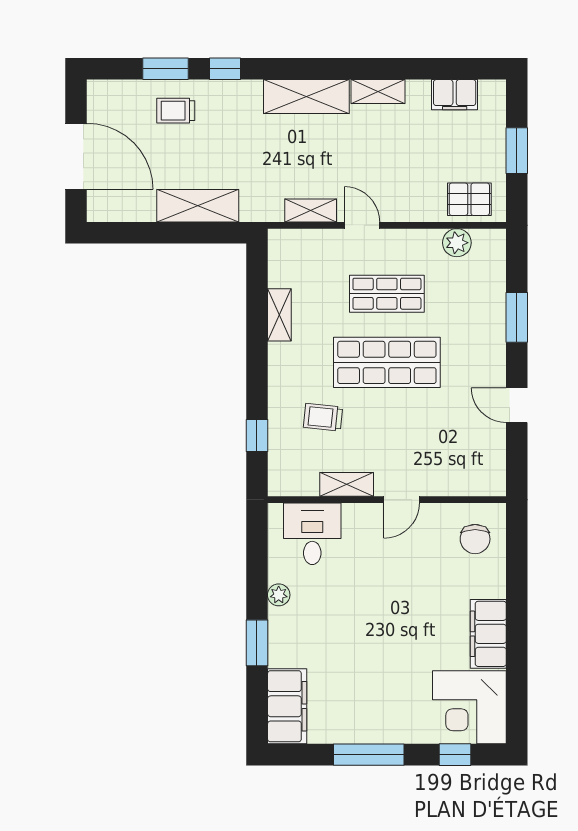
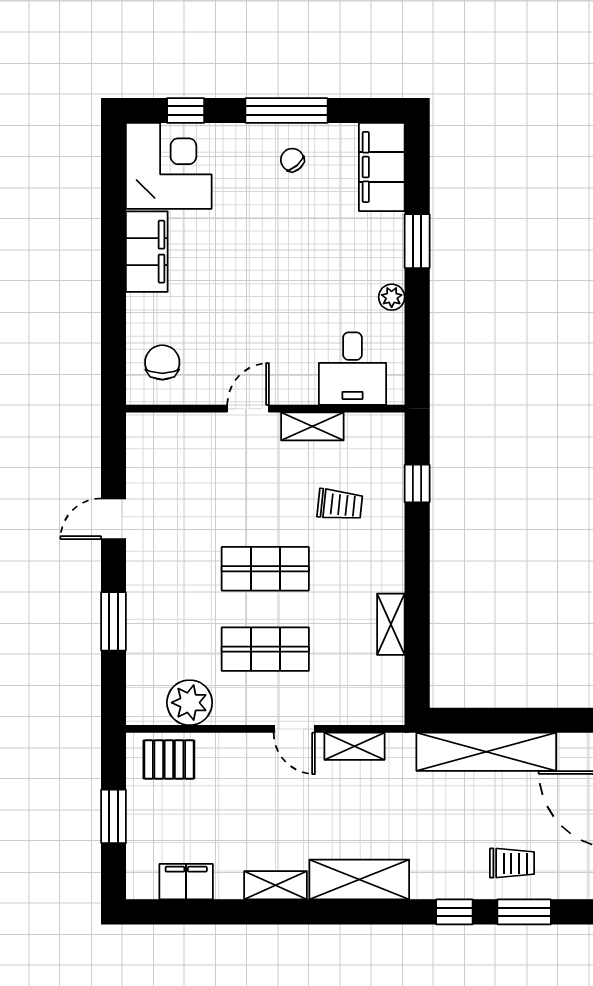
shelving: (198, 206) -> (486, 752), width x1.47
plant: (457, 243) -> (190, 703), width x1.36, depth x1.36
shop shelf: (387, 362) -> (265, 569), width x0.70, depth x0.74
door: (517, 405) -> (113, 519), swing flipped
chair: (364, 712) -> (292, 160), added

